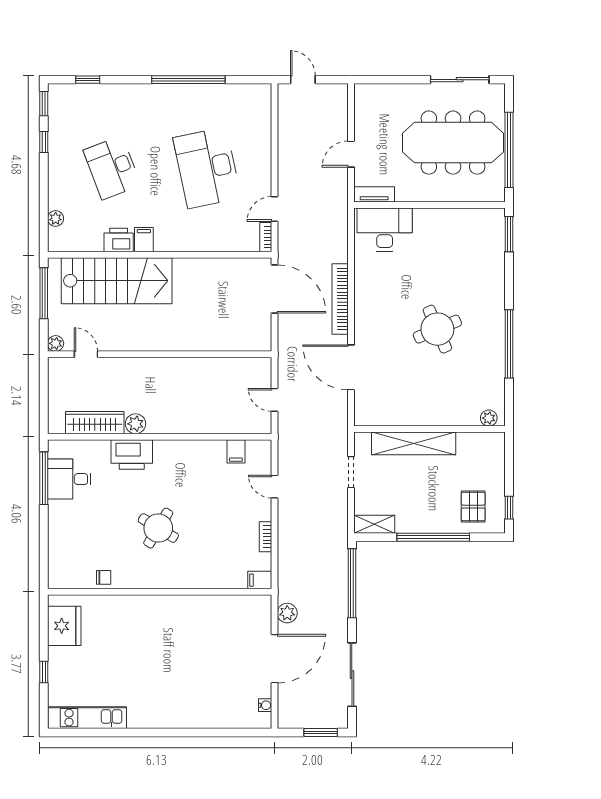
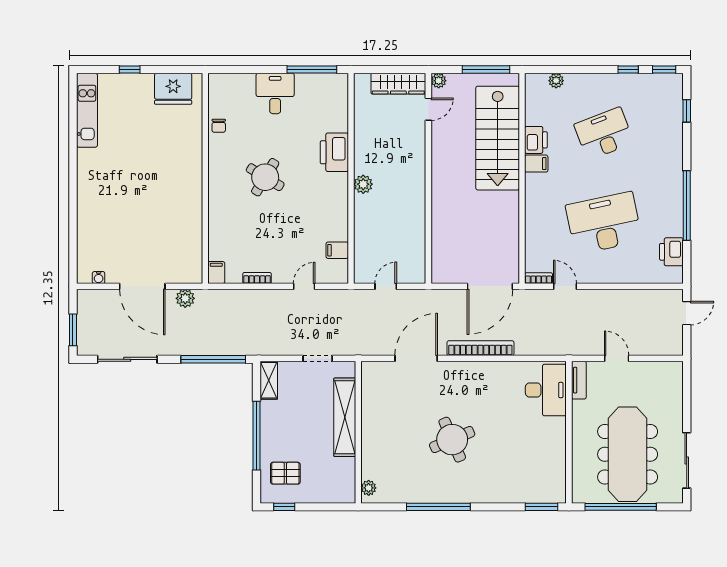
printer: (238, 96) -> (671, 252), added
wardrobe: (95, 423) -> (398, 84), moved, turned 90
plant: (136, 424) -> (363, 184), moved
desk: (69, 479) -> (275, 93), moved

